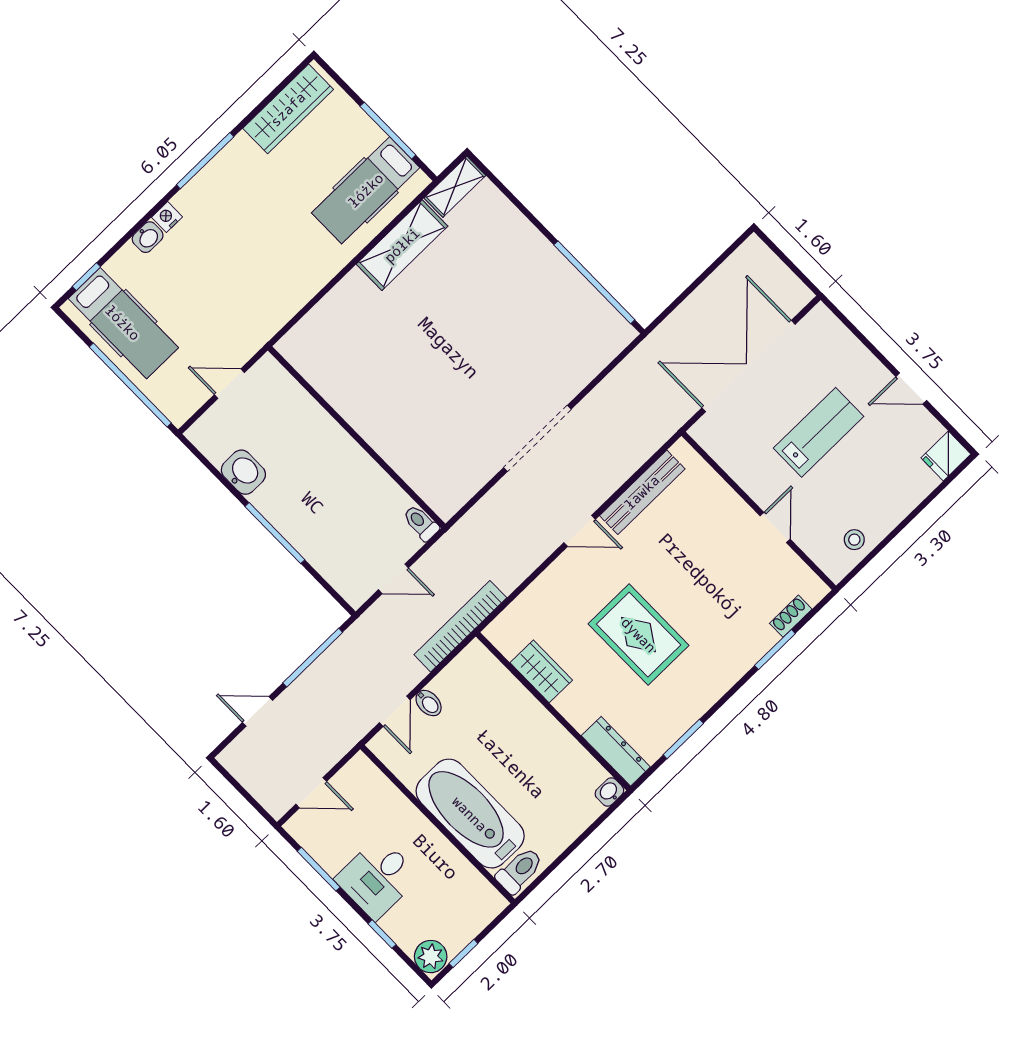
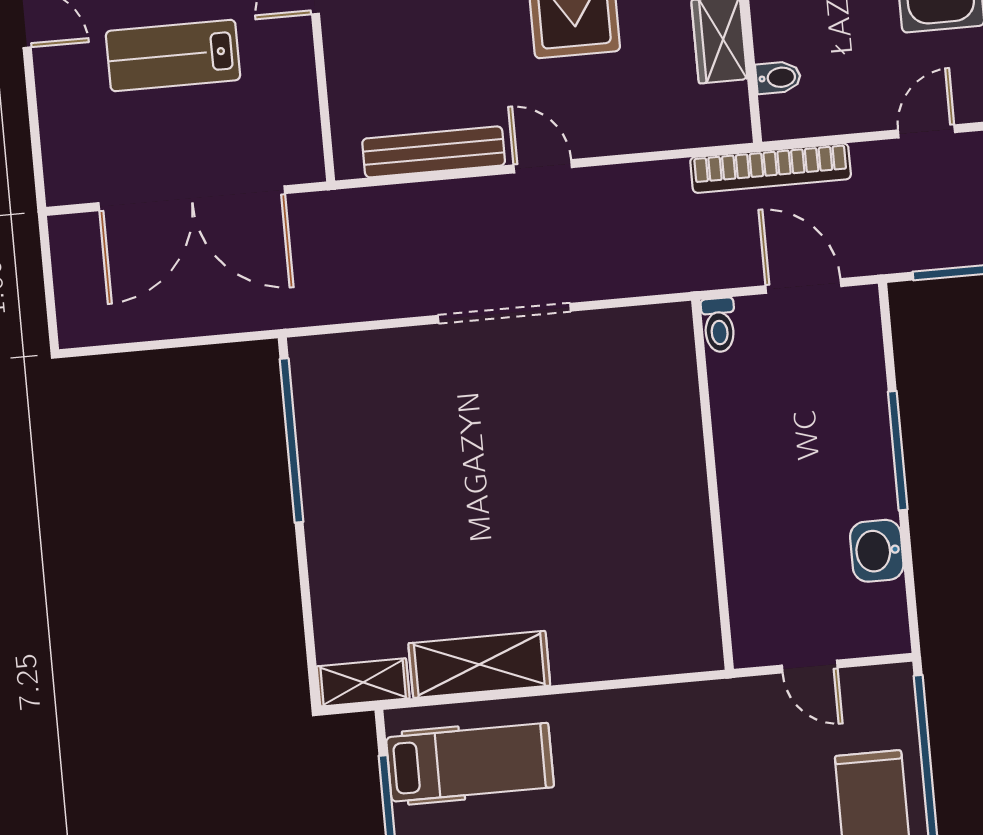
door: (393, 579) -> (803, 286), width x1.37
bidet: (429, 703) -> (778, 78), moved, turned 90

